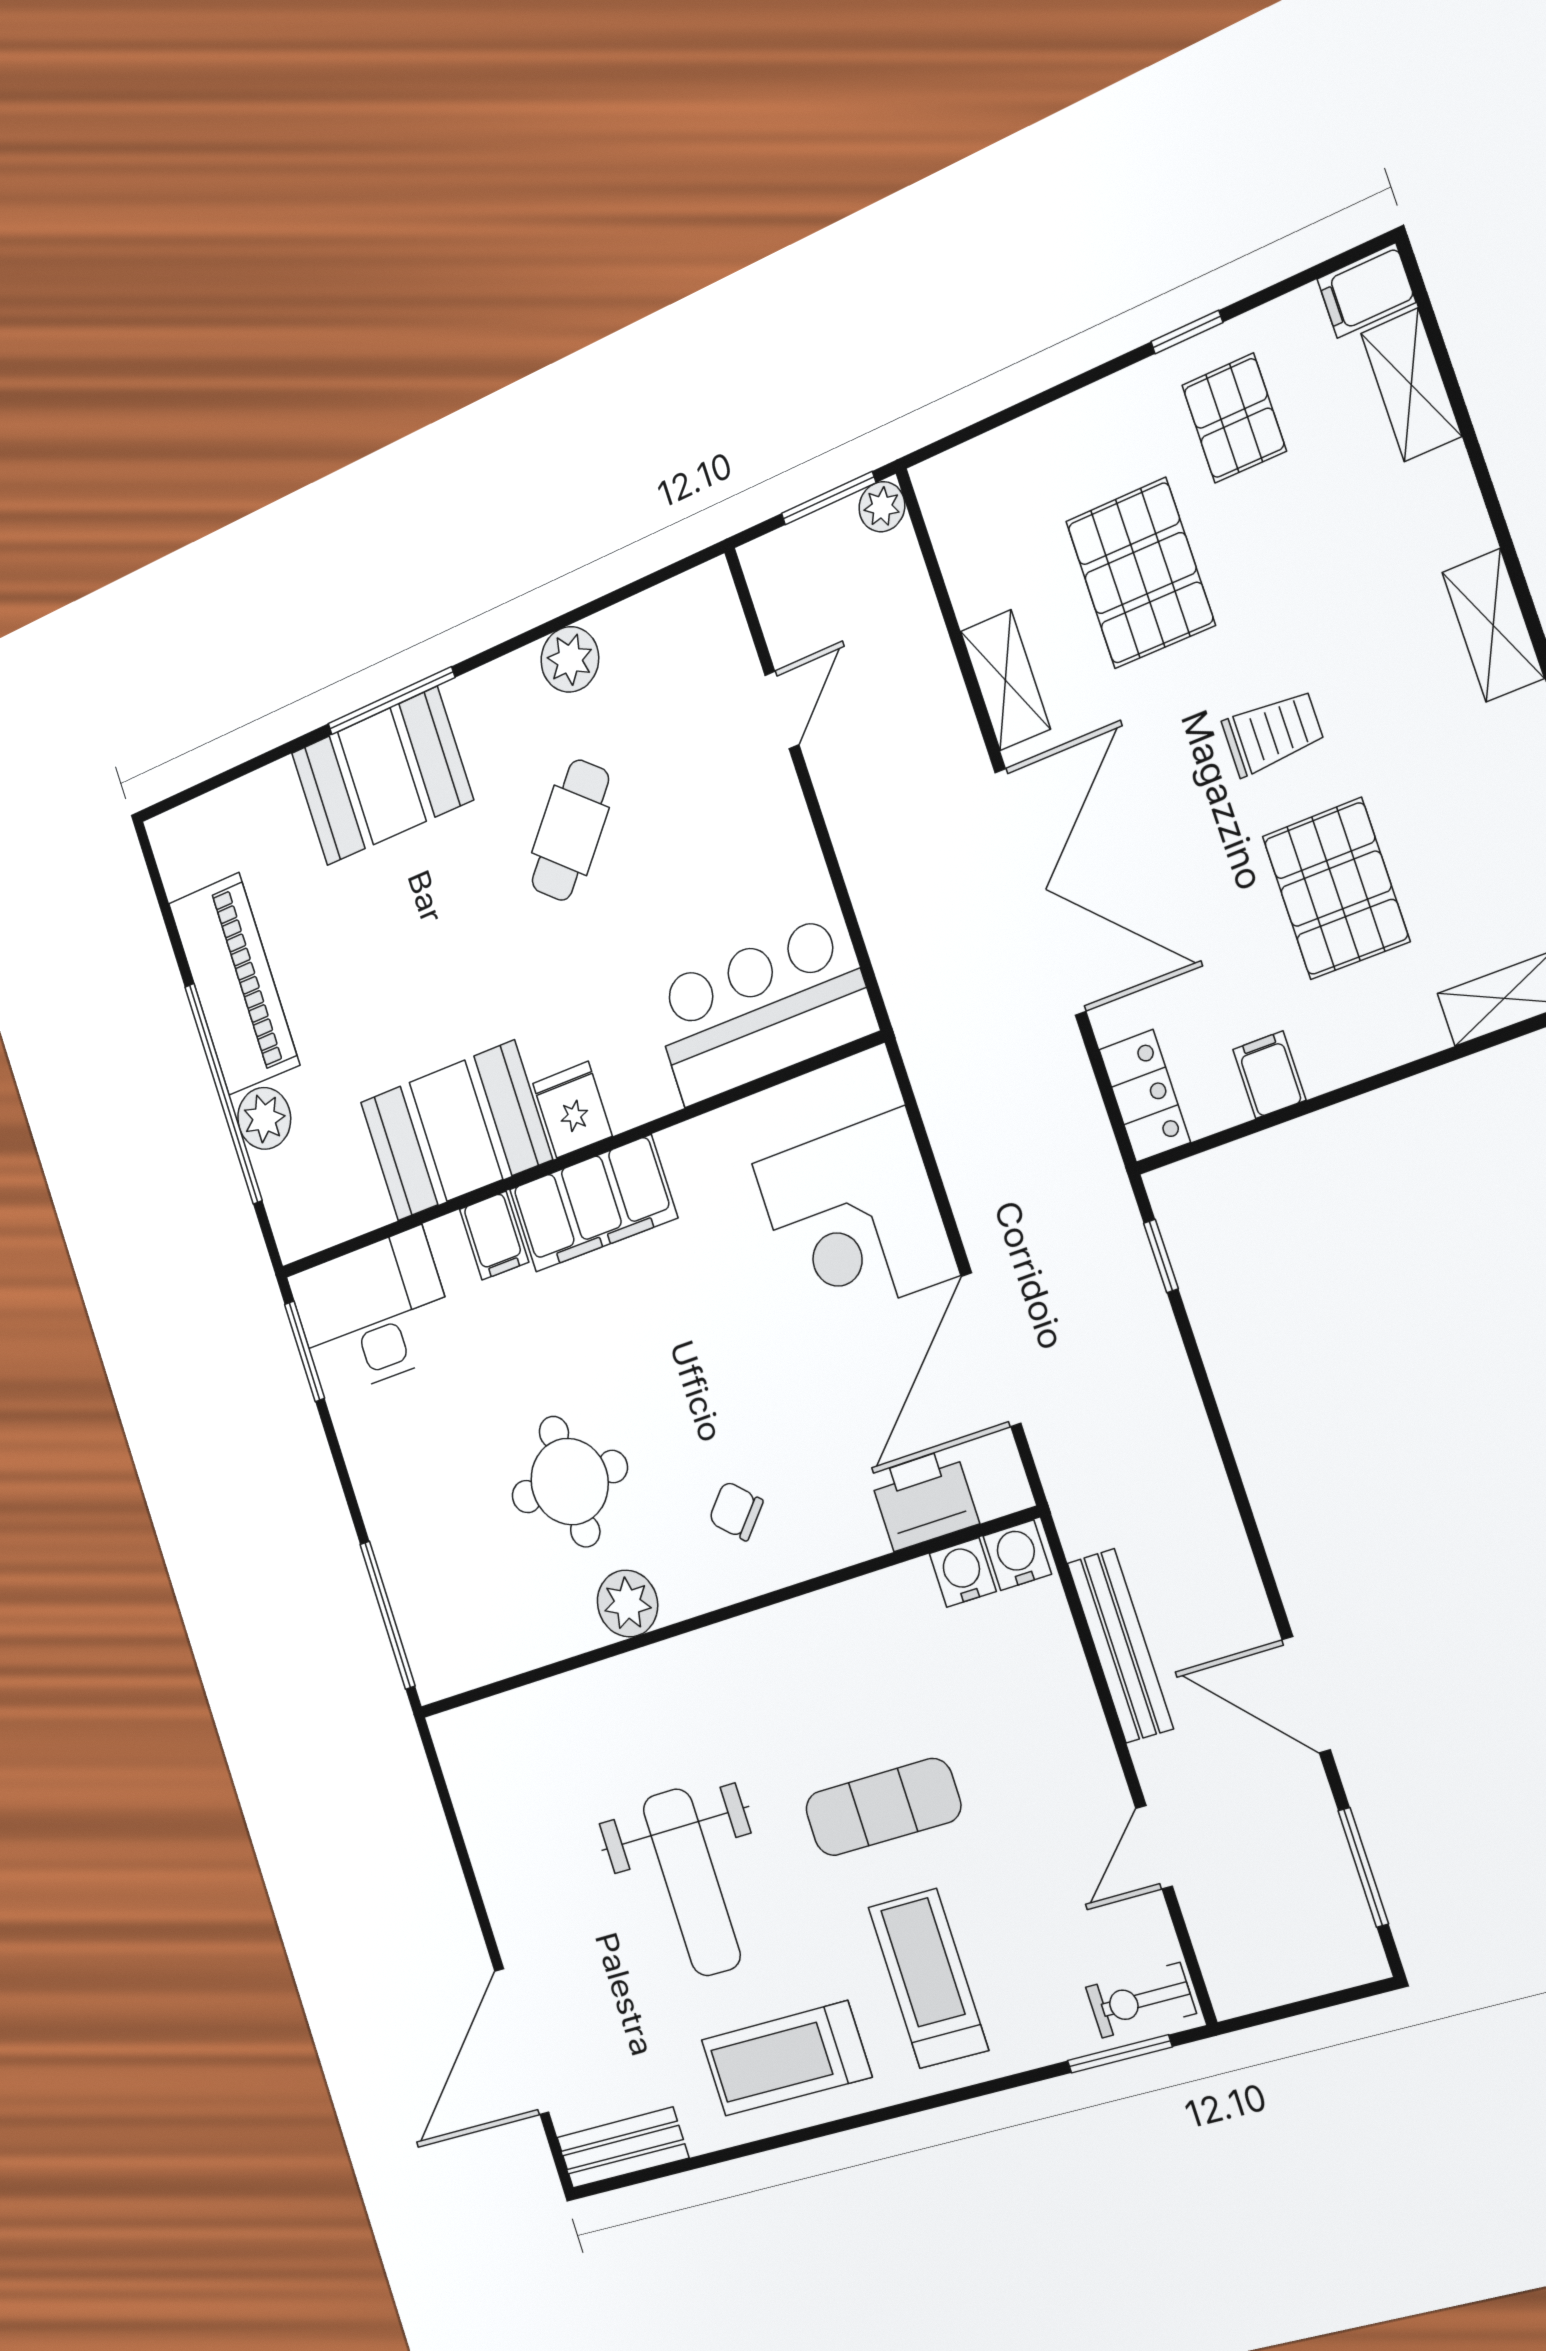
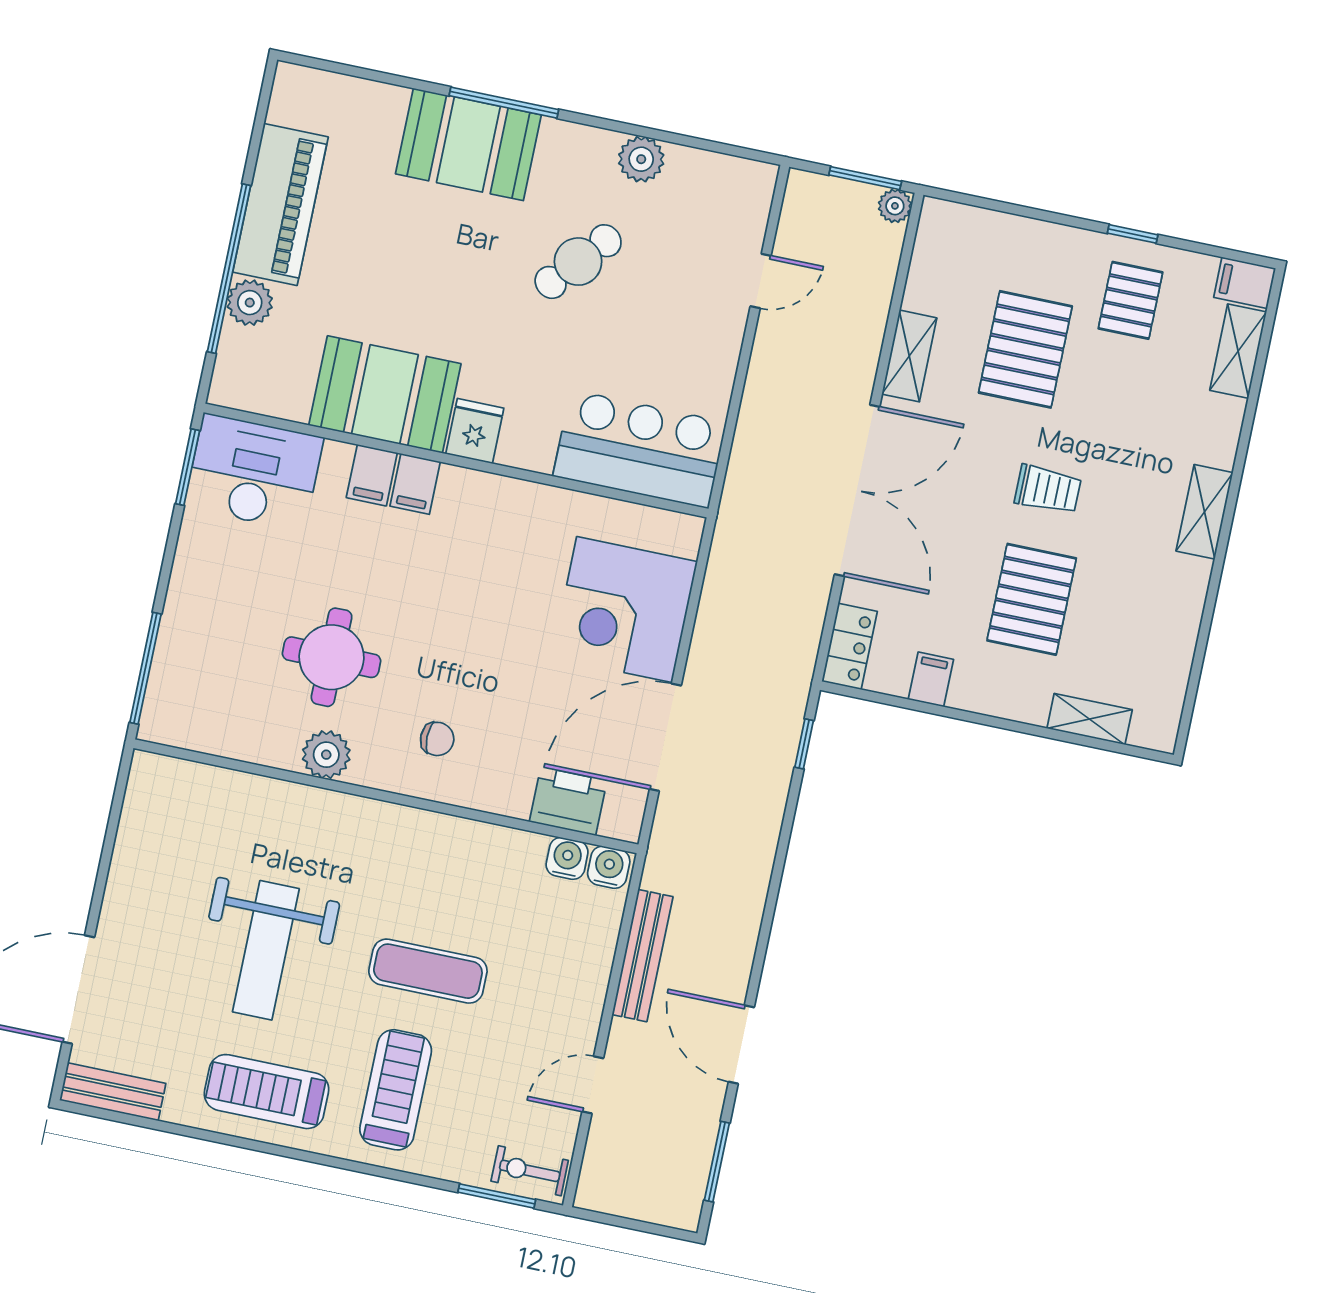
filing cabinet: (593, 1204) -> (415, 484), width x0.33, depth x0.86
chair: (736, 1511) -> (437, 739), turned 137

